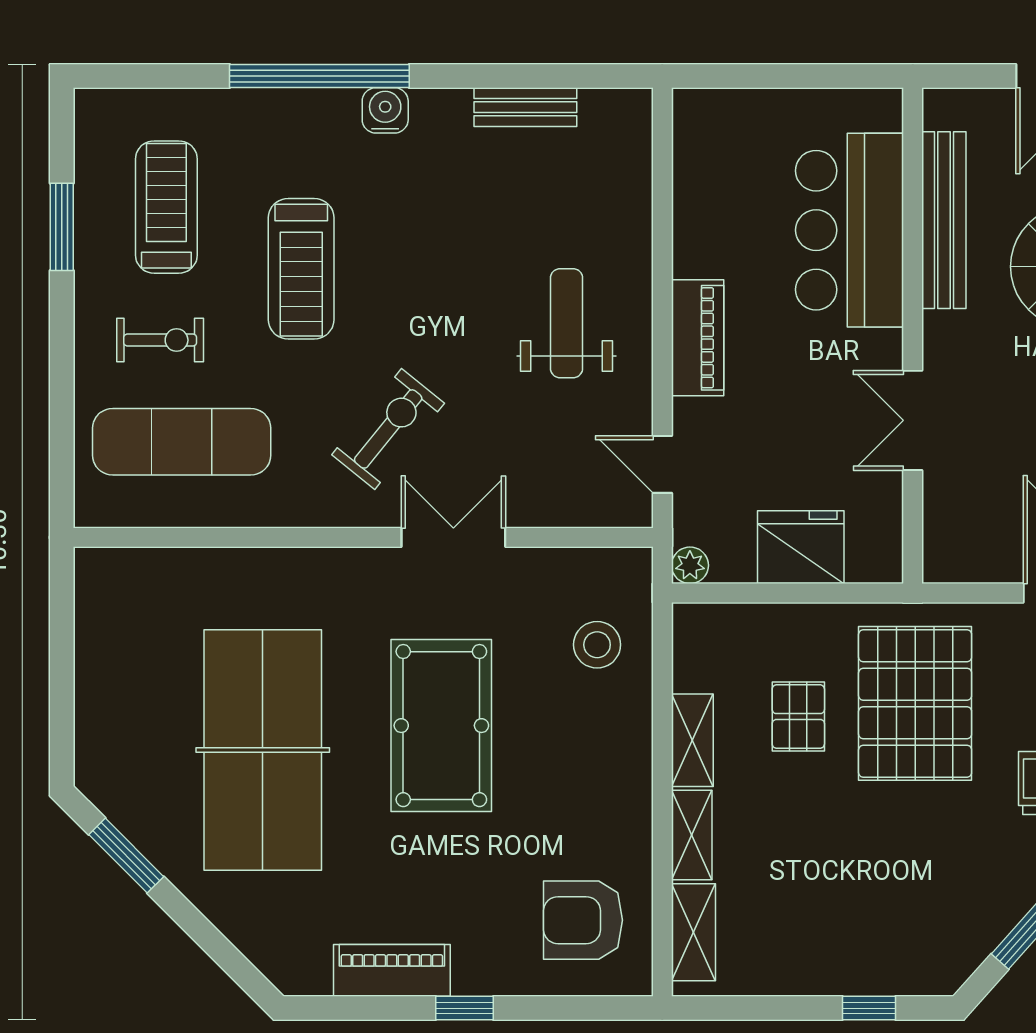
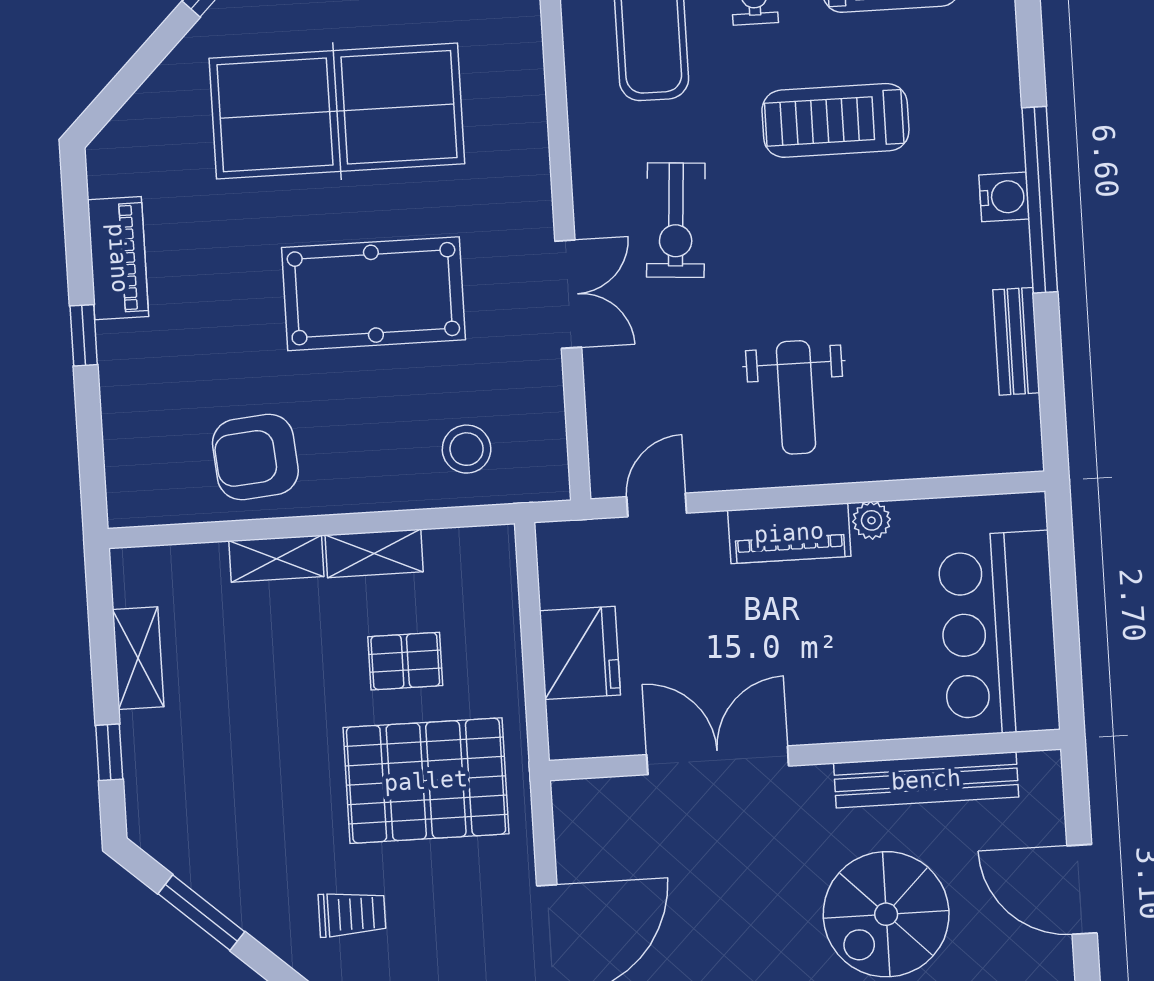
window: (319, 76) -> (1040, 200), moved
bar counter: (850, 230) -> (999, 633), moved, turned -90
weight bench: (567, 323) -> (796, 397), turned 90
double door: (913, 420) -> (718, 760), width x1.37
exercise bike: (388, 429) -> (676, 220), turned 55
plant: (690, 565) -> (872, 520), moved
armchair: (583, 920) -> (255, 457), moved, turned -95
shelving: (693, 932) -> (138, 658), moved, turned 90

